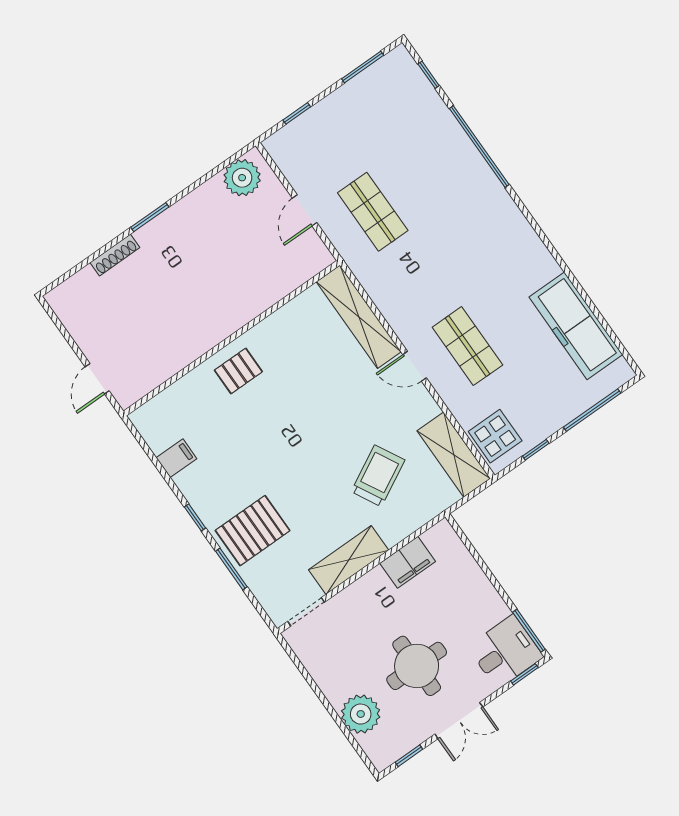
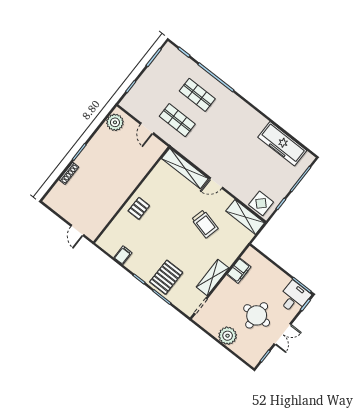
shop shelf: (467, 346) -> (197, 95), moved
trolley: (378, 476) -> (205, 224), moved, turned 132
plant: (361, 714) -> (228, 336), moved

